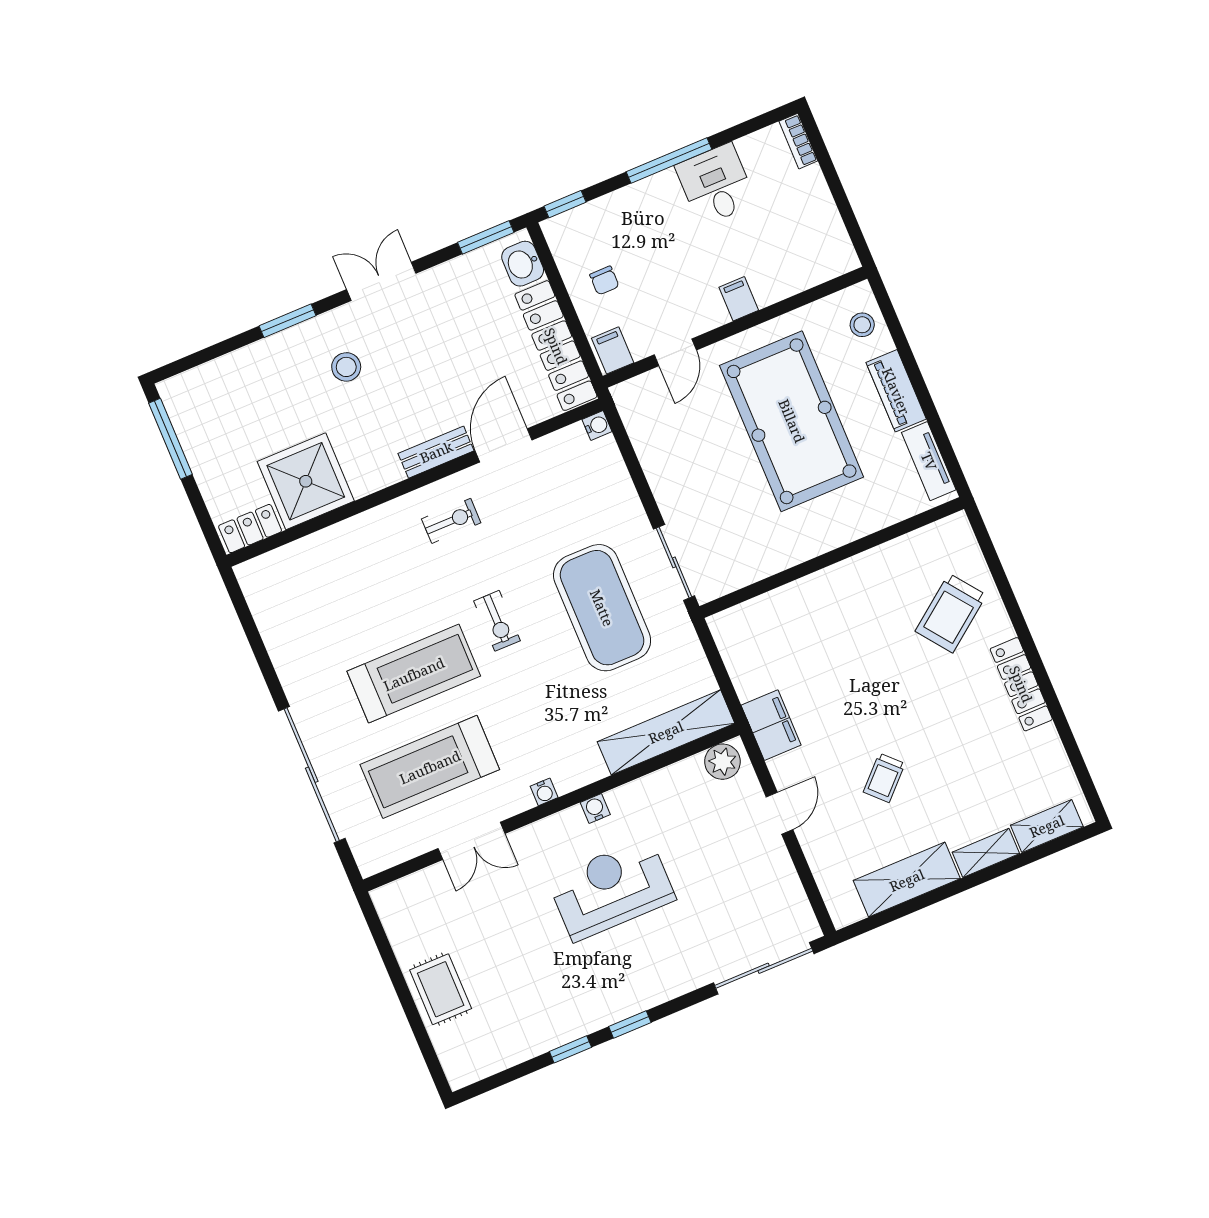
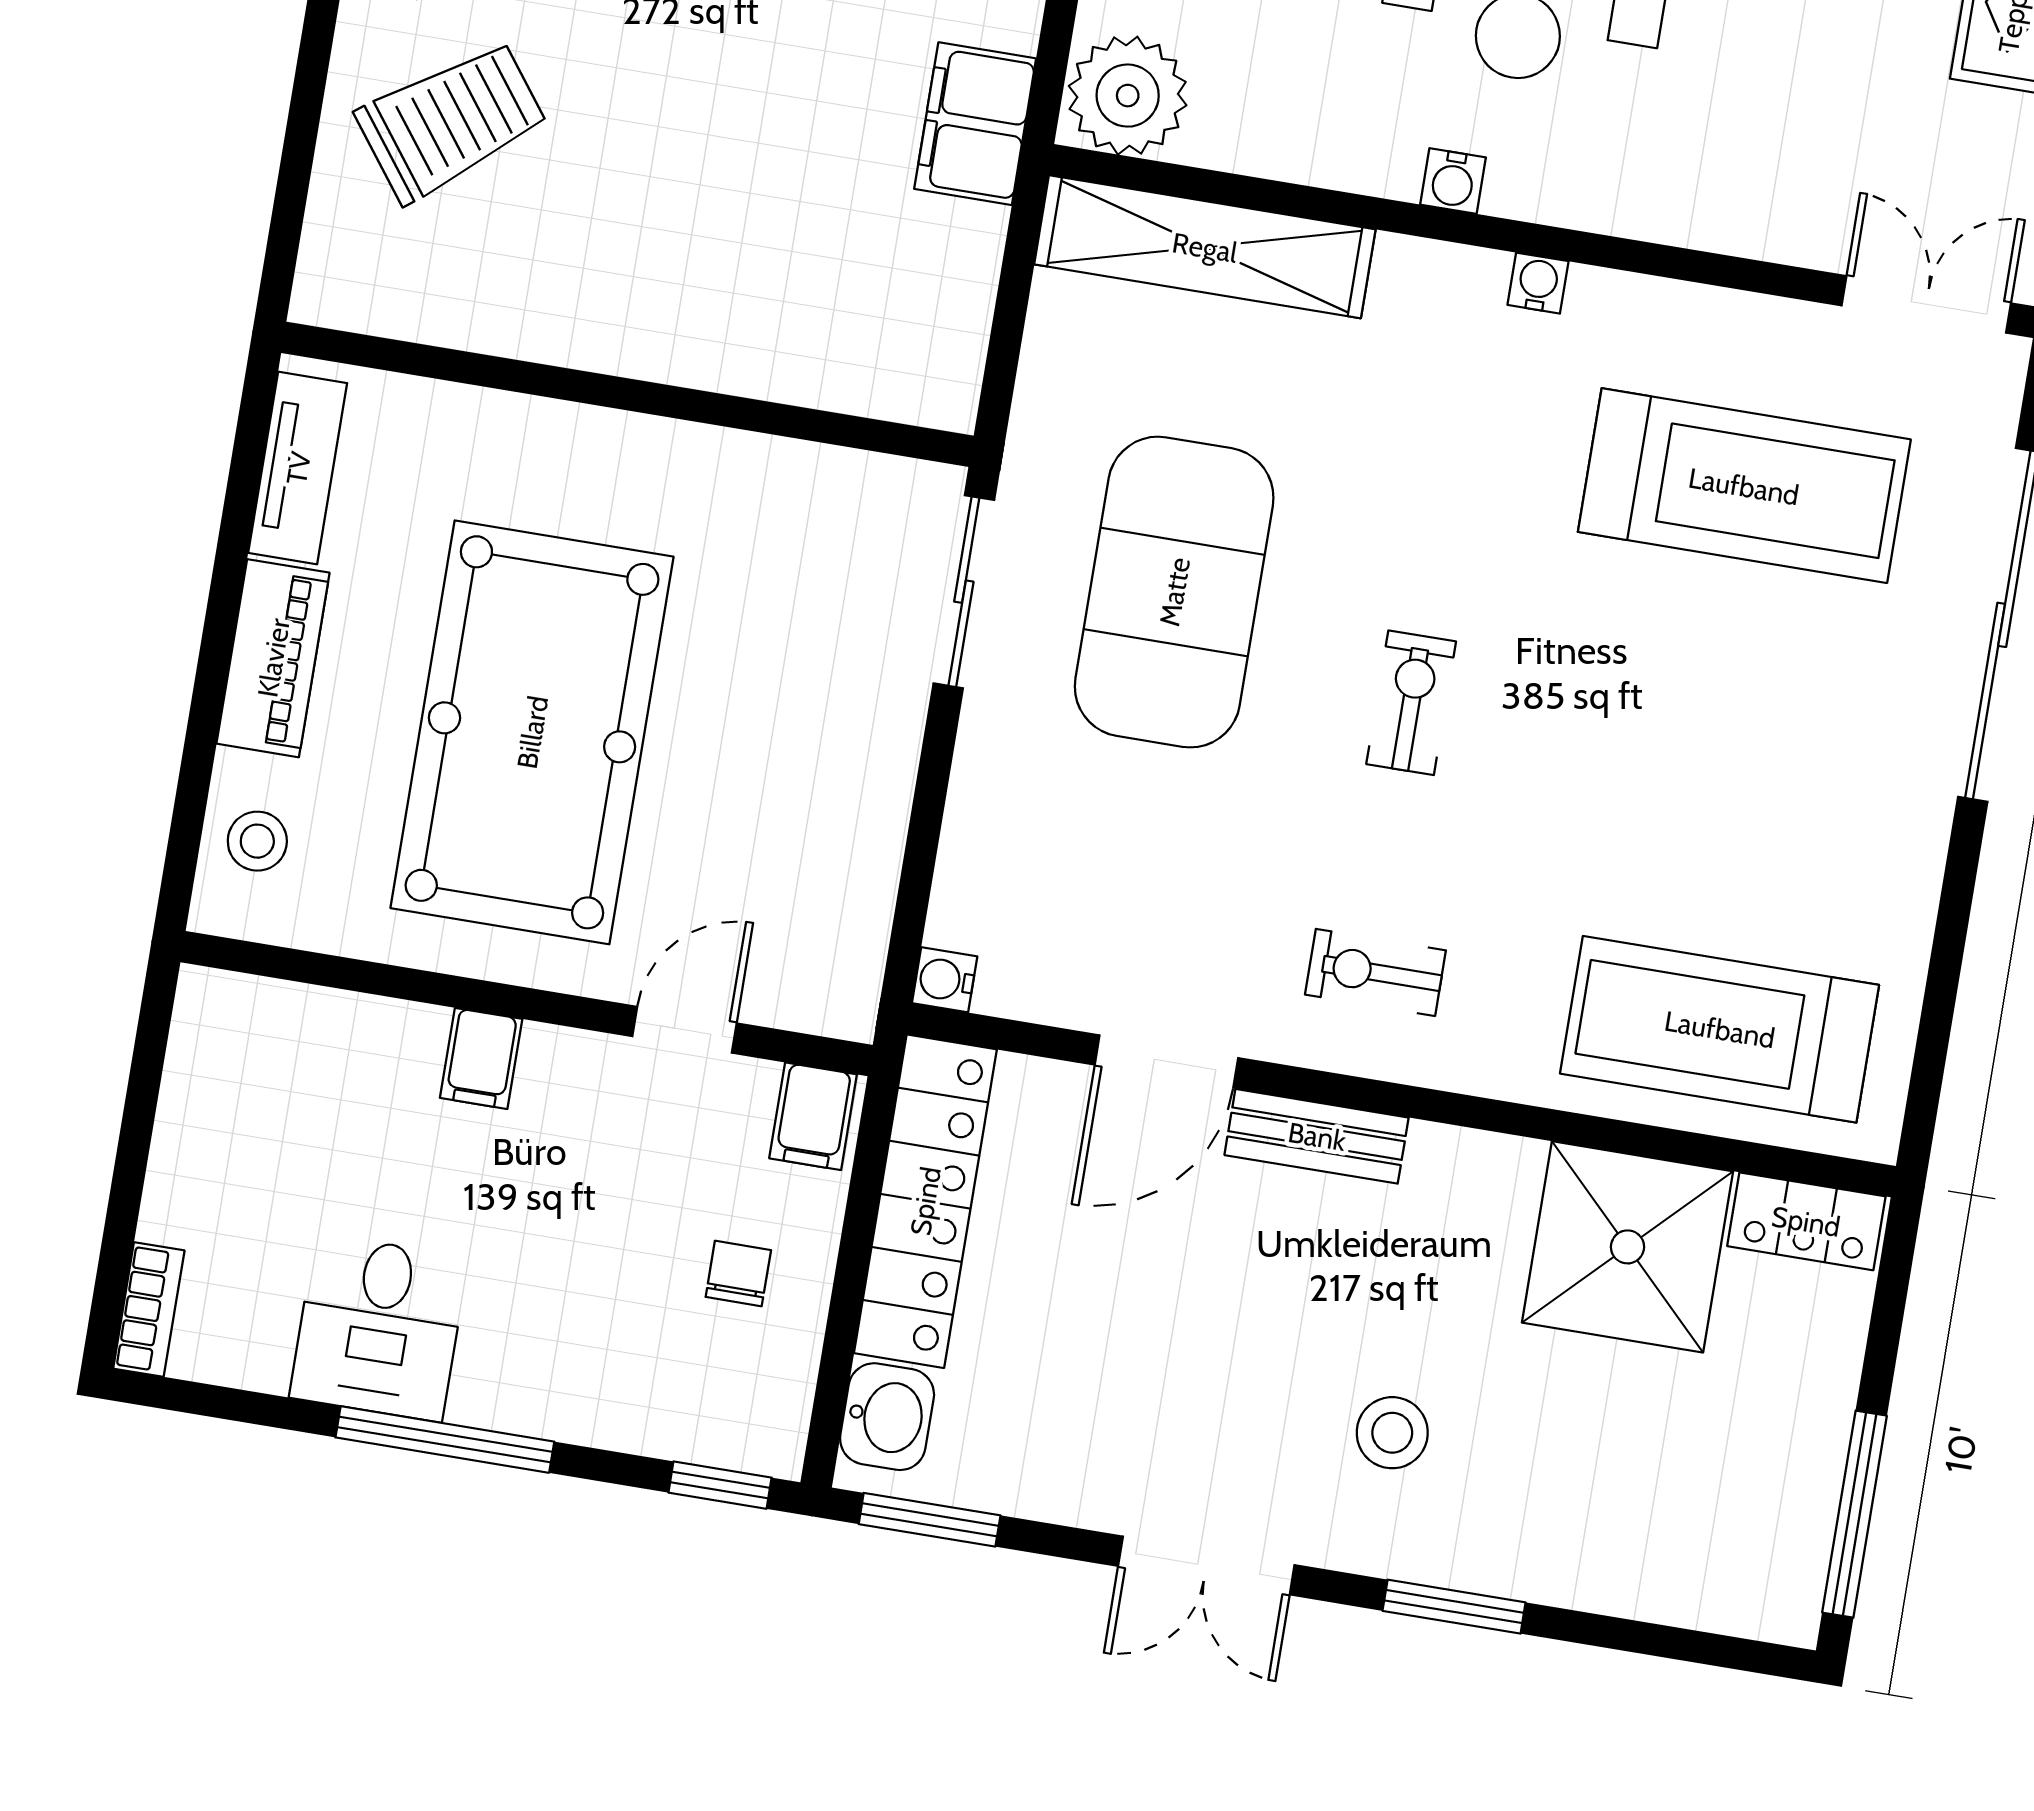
treadmill: (414, 674) -> (1720, 1029), moved
plant: (722, 762) -> (1128, 96), width x1.36, depth x1.36
double door: (472, 841) -> (1926, 304), moved

